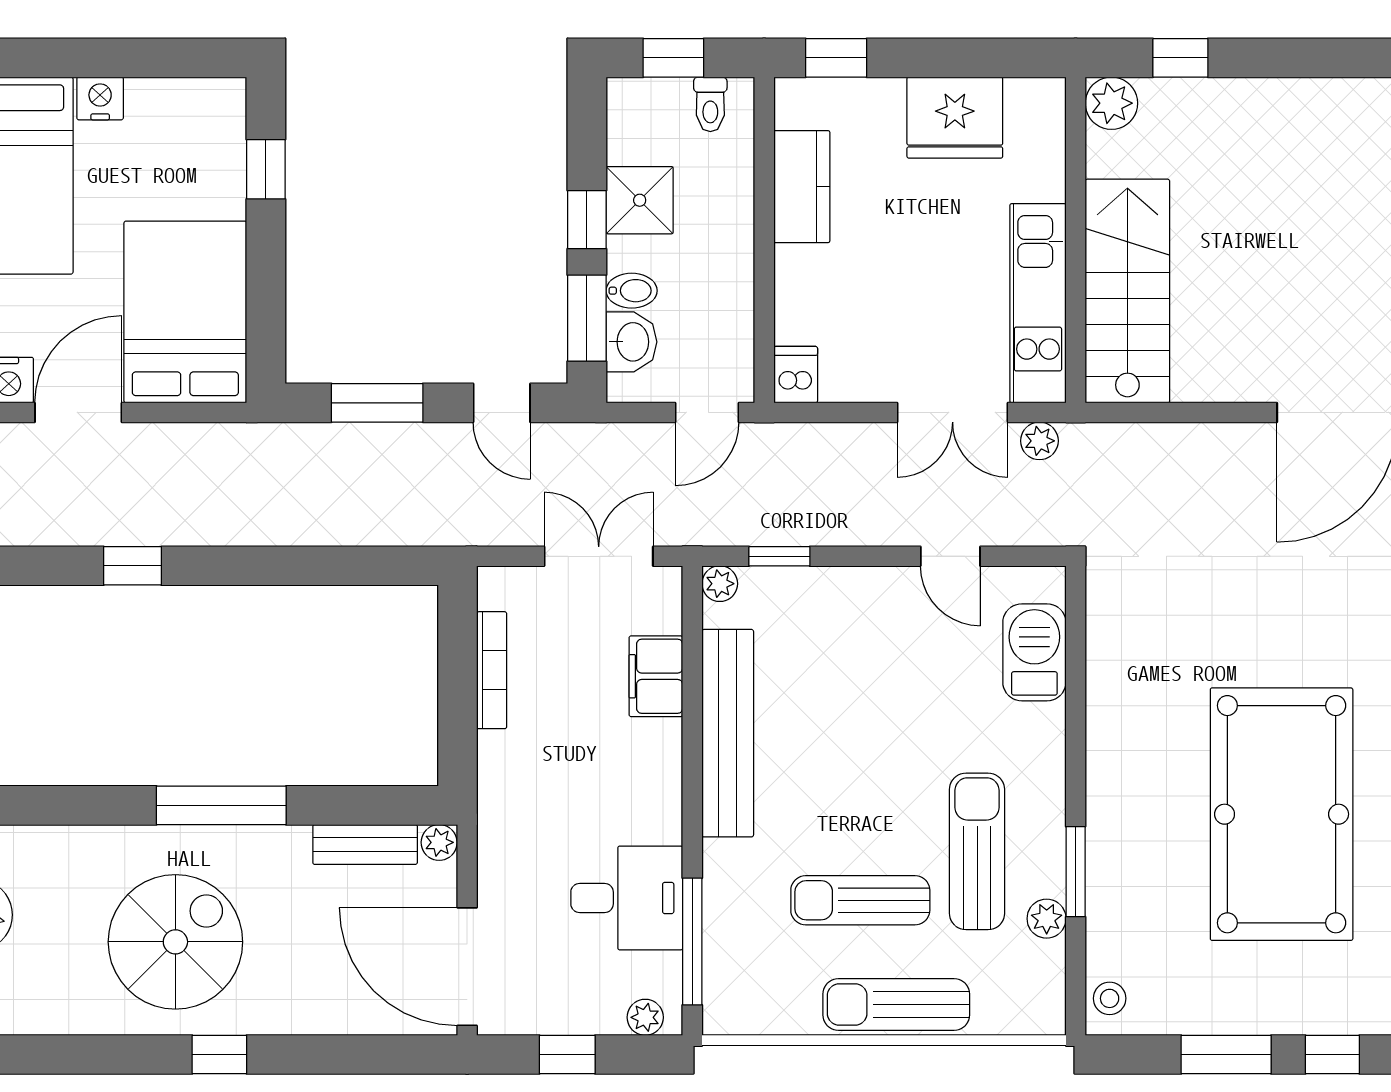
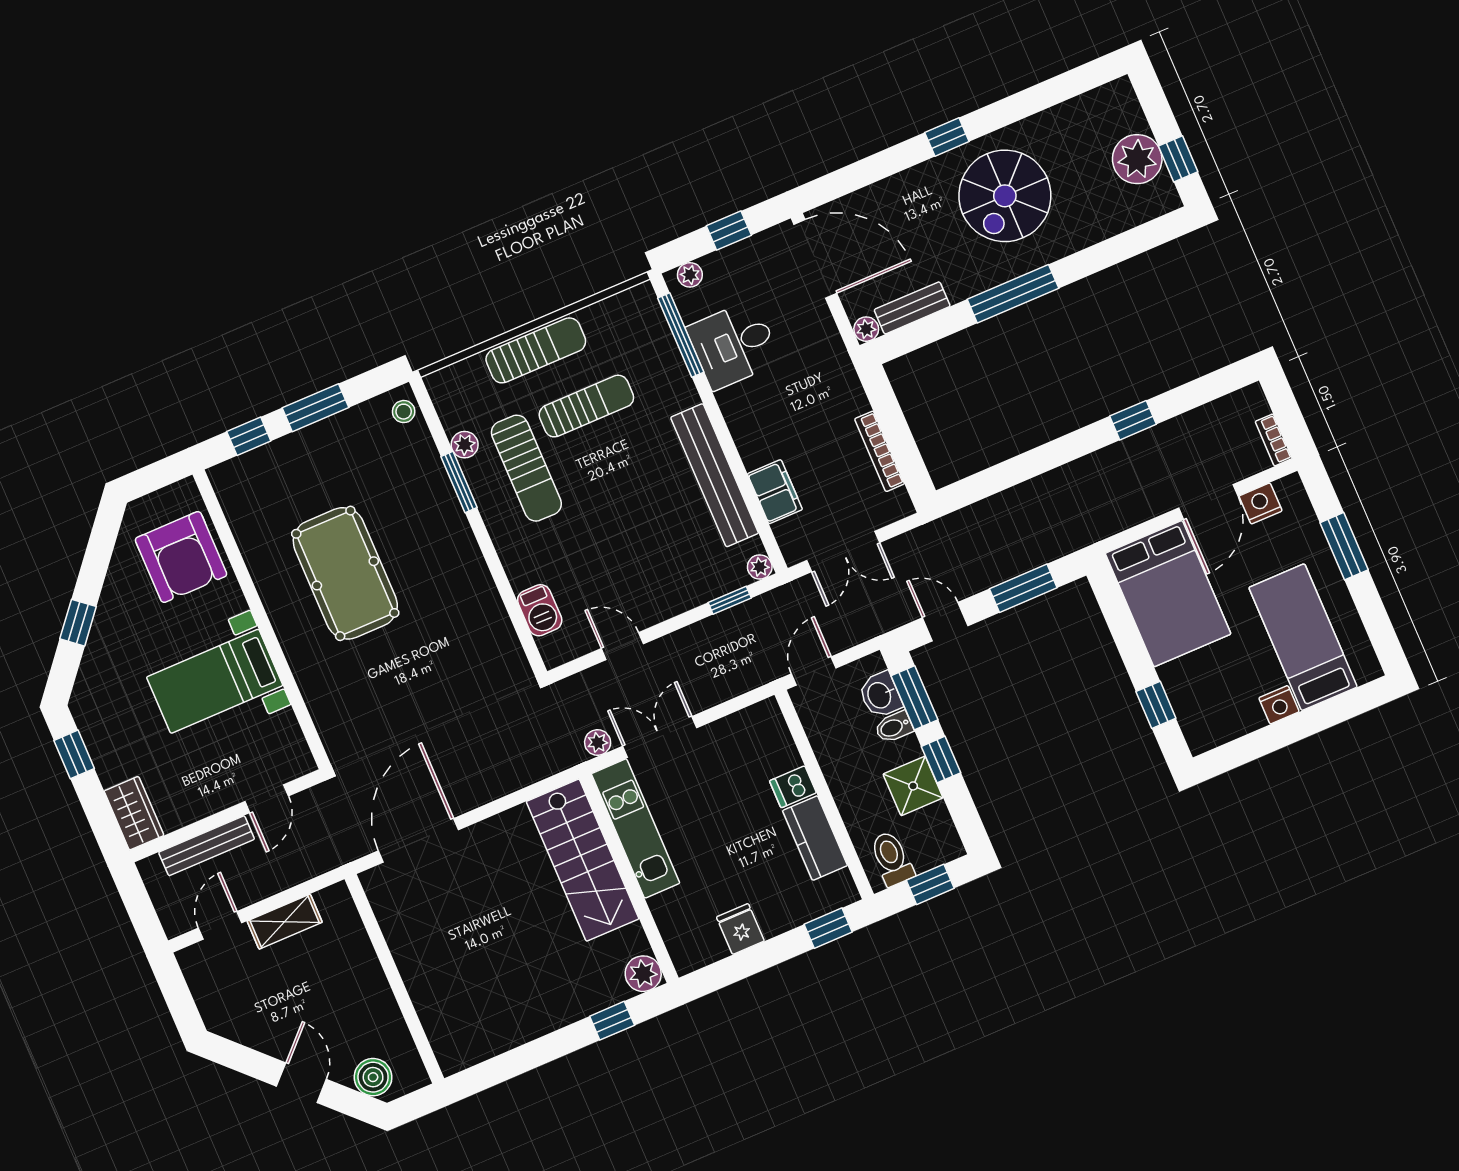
toilet: (710, 104) -> (892, 859), width x1.37, depth x1.39
fridge: (955, 118) -> (740, 929), width x0.53, depth x0.75
dishwasher: (796, 375) -> (793, 787), moved, turned 90
barbecue: (1034, 652) -> (540, 610), width x0.73, depth x0.79
pool table: (1282, 814) -> (345, 573), width x0.73, depth x0.76

